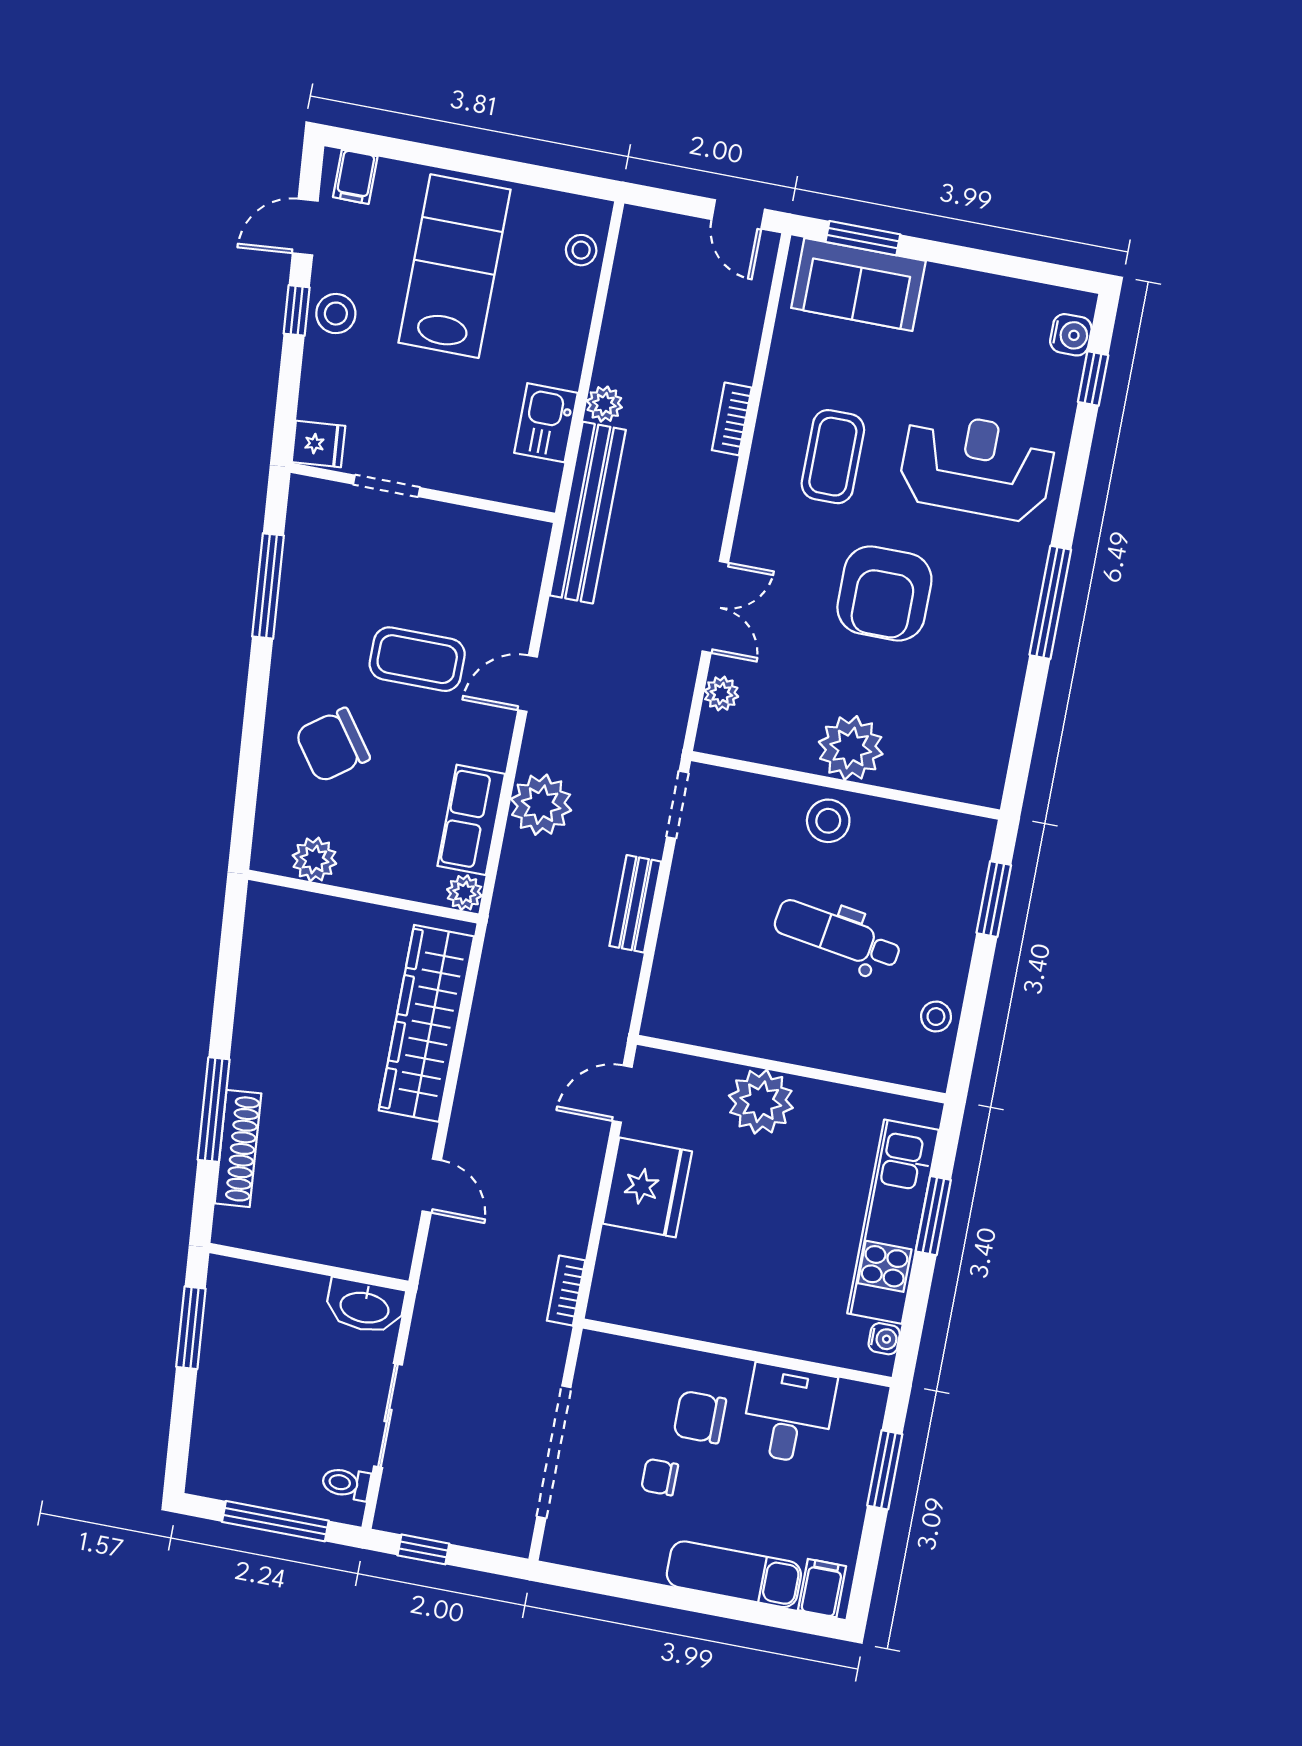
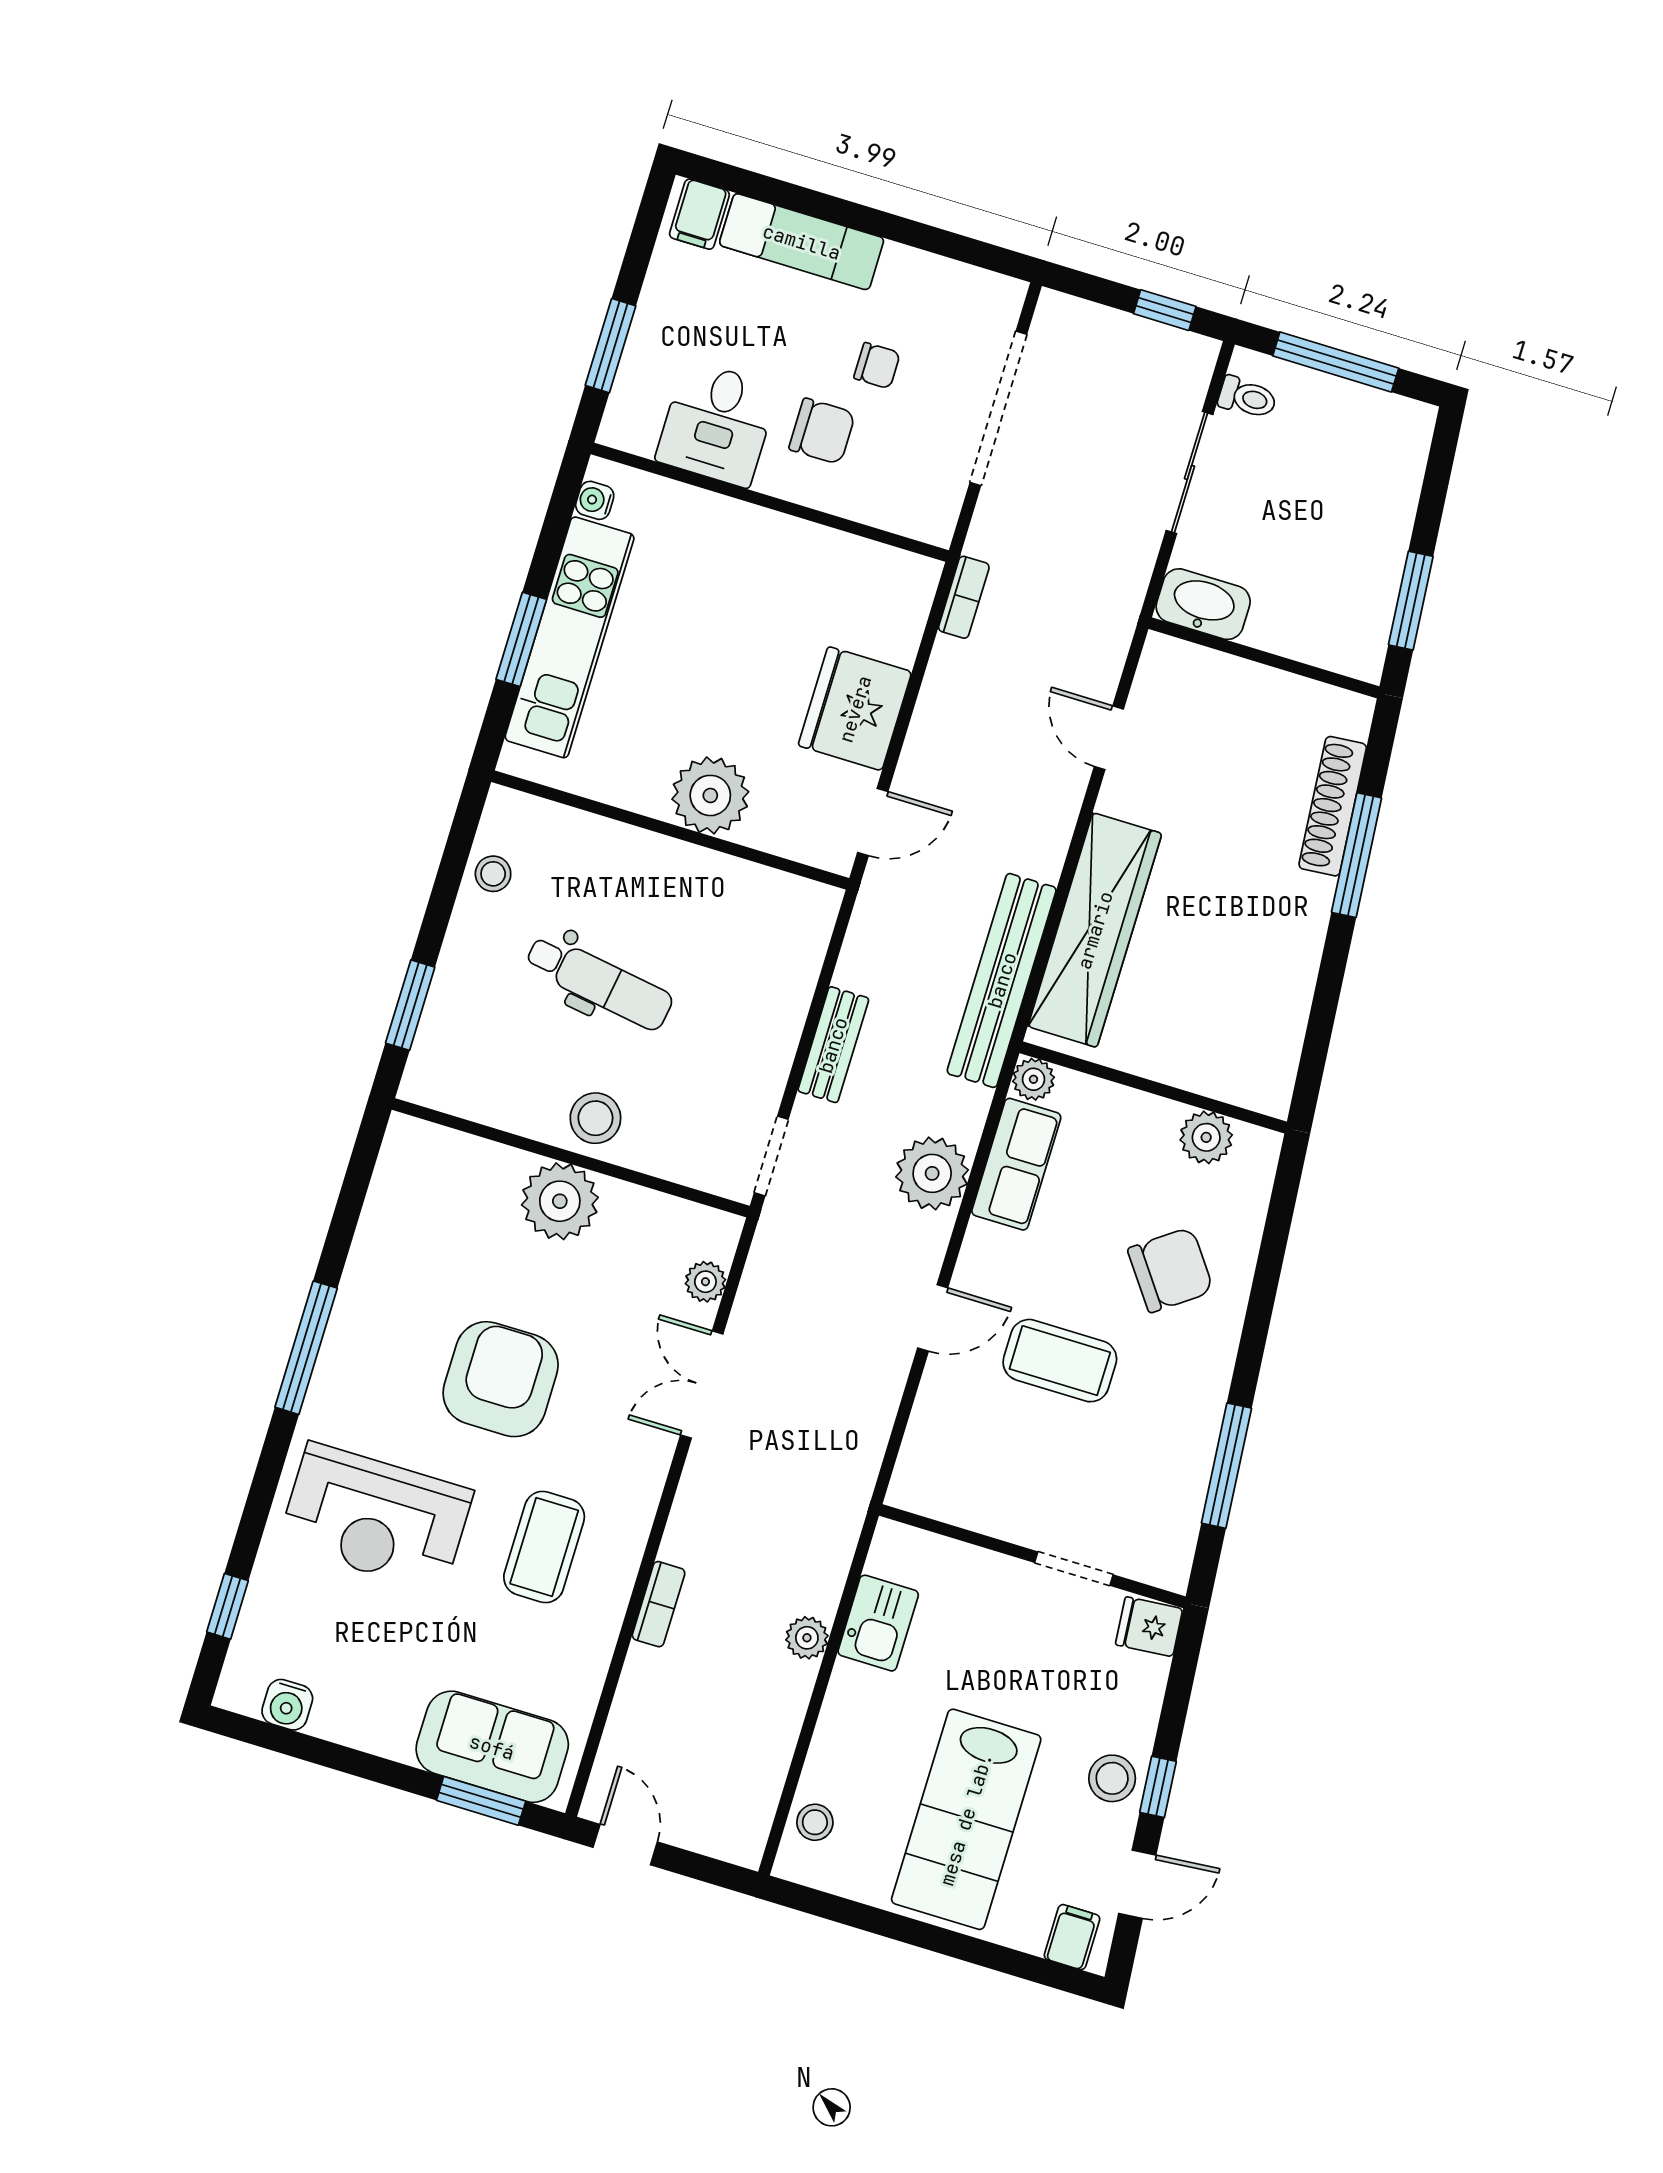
water cooler: (1071, 335) -> (287, 1705), moved, turned -90
bench: (588, 513) -> (1002, 980), moved

